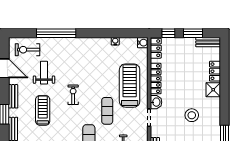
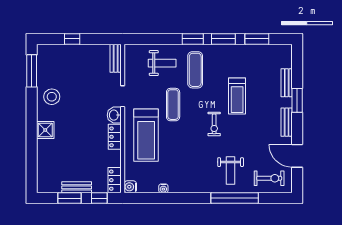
bench: (208, 42) -> (77, 187), moved
locker: (215, 71) -> (43, 152), removed
weight bench: (44, 73) -> (231, 170), moved
locker: (156, 79) -> (115, 137), width x0.66
treadmill: (43, 110) -> (237, 96), moved
stool: (192, 115) -> (52, 97), moved

